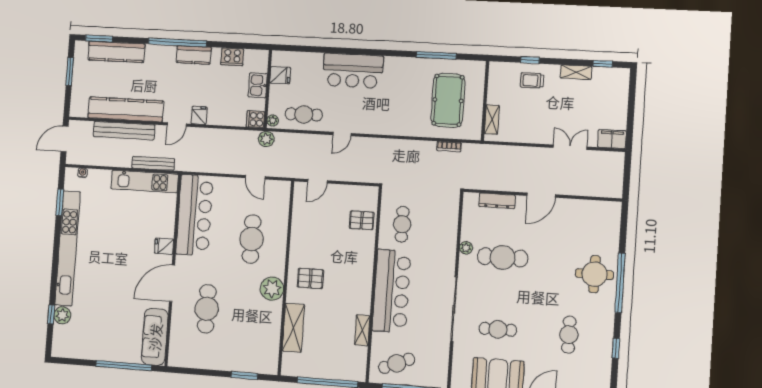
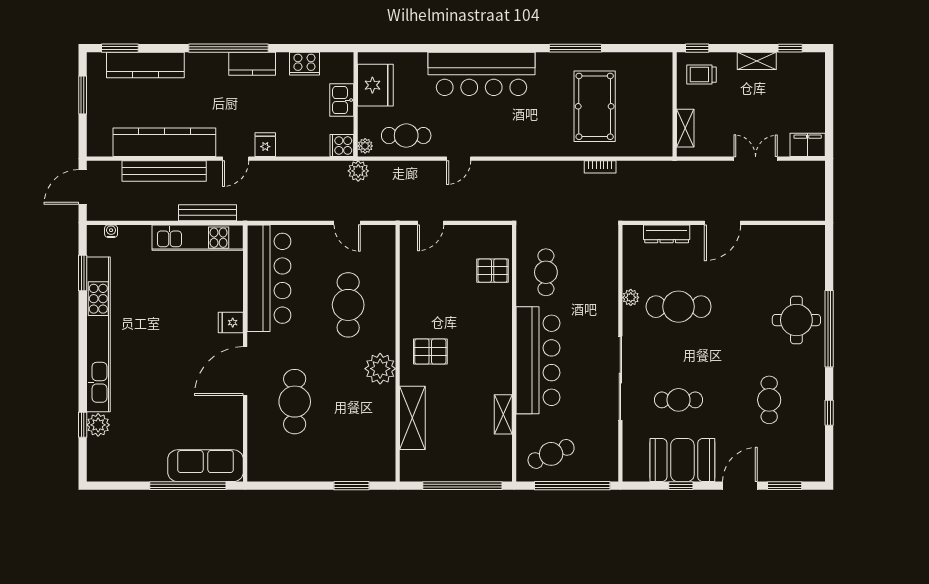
bar counter: (353, 71) -> (481, 74), width x1.36
fridge: (280, 75) -> (375, 85), width x1.88, depth x1.34
wall: (485, 101) -> (675, 104), moved
shelving: (492, 119) -> (685, 128), moved
sofa: (155, 337) -> (205, 466), moved, turned 90

